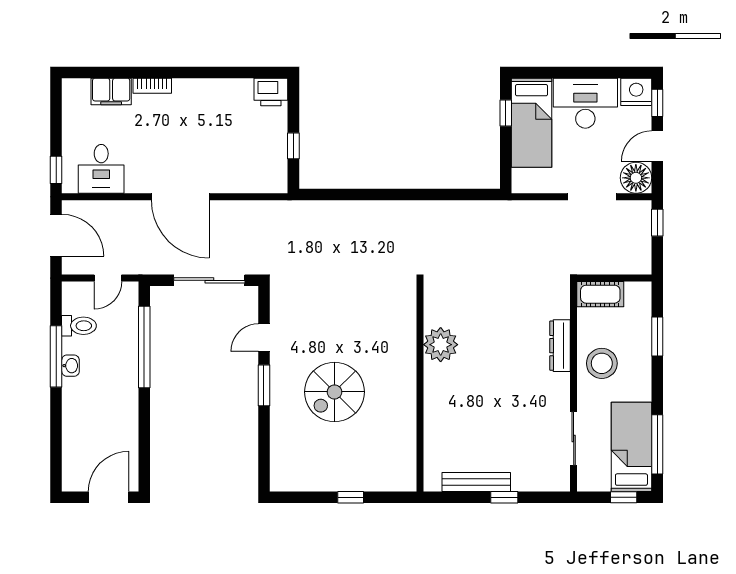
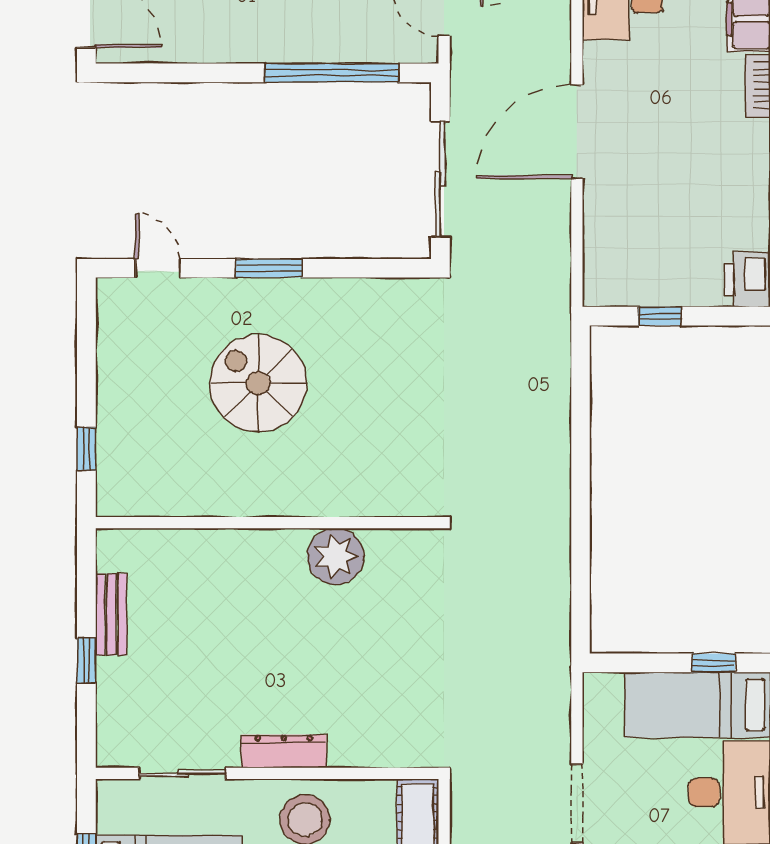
door: (264, 338) -> (158, 268), moved
dresser: (560, 346) -> (284, 751), moved
bench: (476, 482) -> (111, 615), width x0.73
window: (351, 497) -> (86, 449), moved

